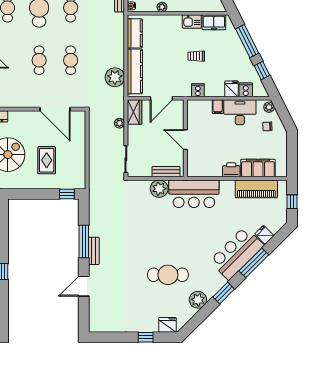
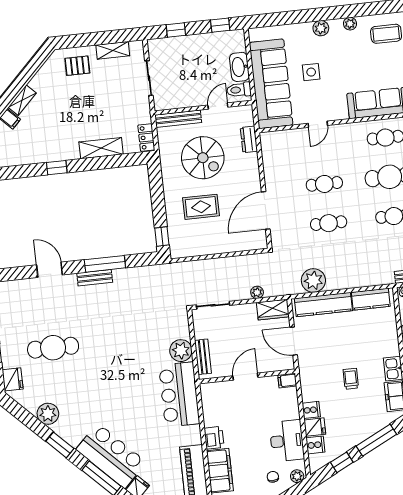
cooker: (198, 90) -> (311, 410), moved
filing cabinet: (218, 107) -> (287, 381), moved
cafe table: (168, 275) -> (53, 348), moved, turned 90

